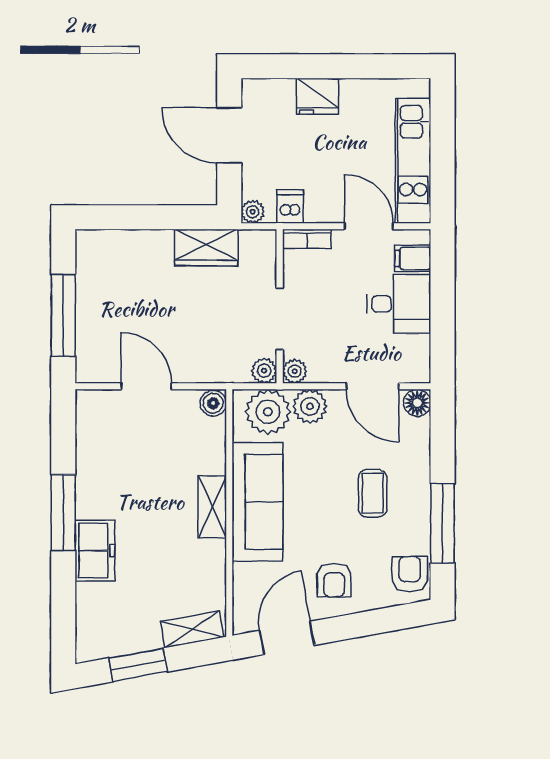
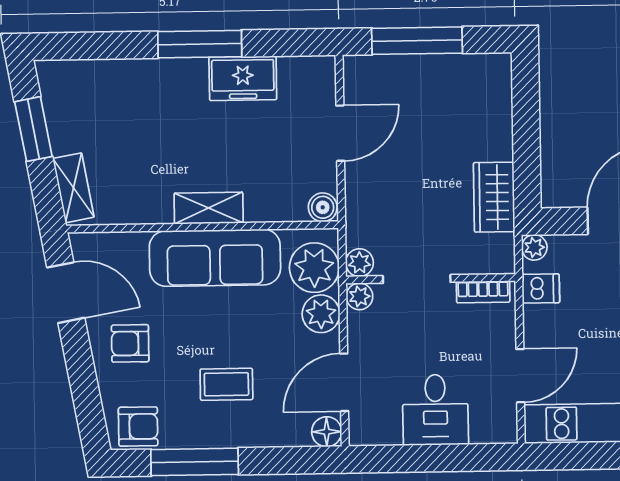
bookcase: (307, 239) -> (483, 292), moved, turned -90
filing cabinet: (413, 258) -> (486, 425), removed
freezer: (95, 551) -> (243, 78), moved

